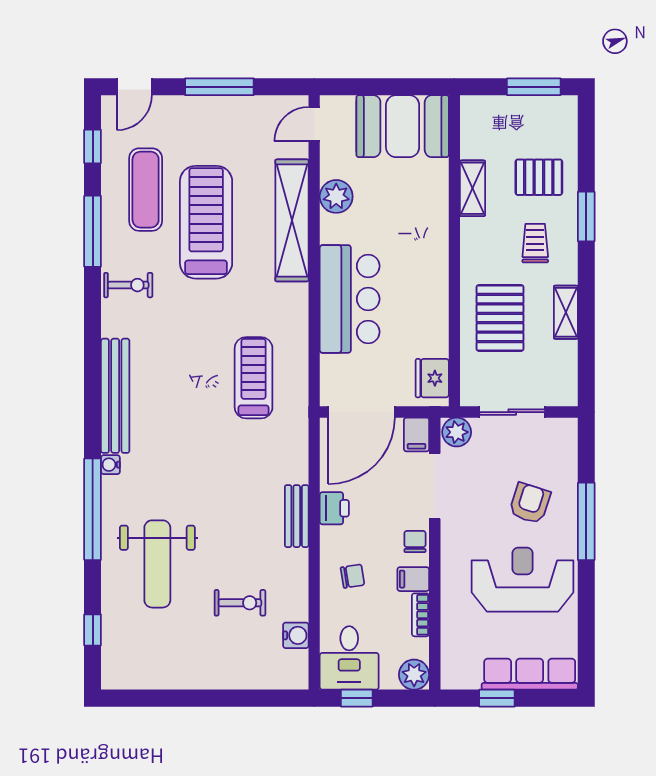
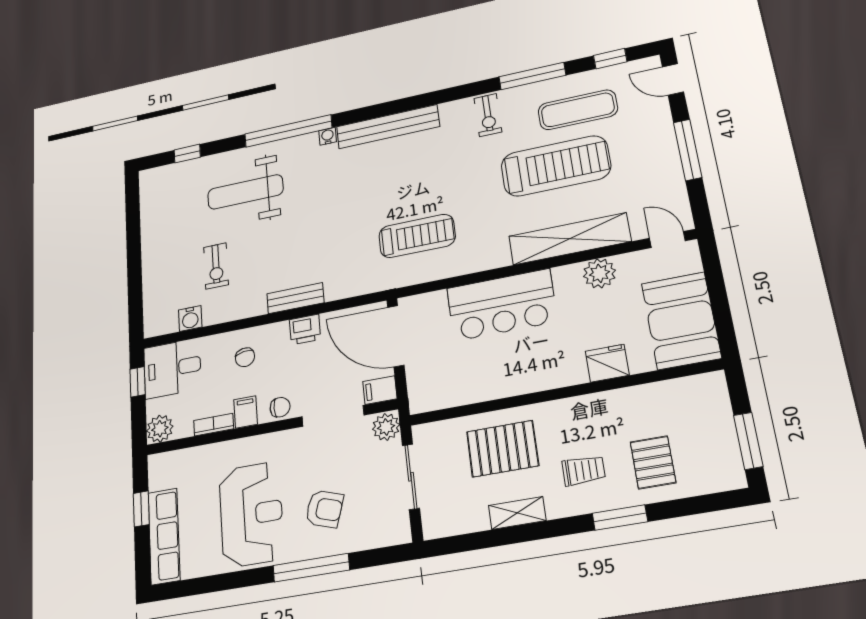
shelving: (472, 188) -> (630, 399), removed
fridge: (432, 378) -> (607, 363), moved

